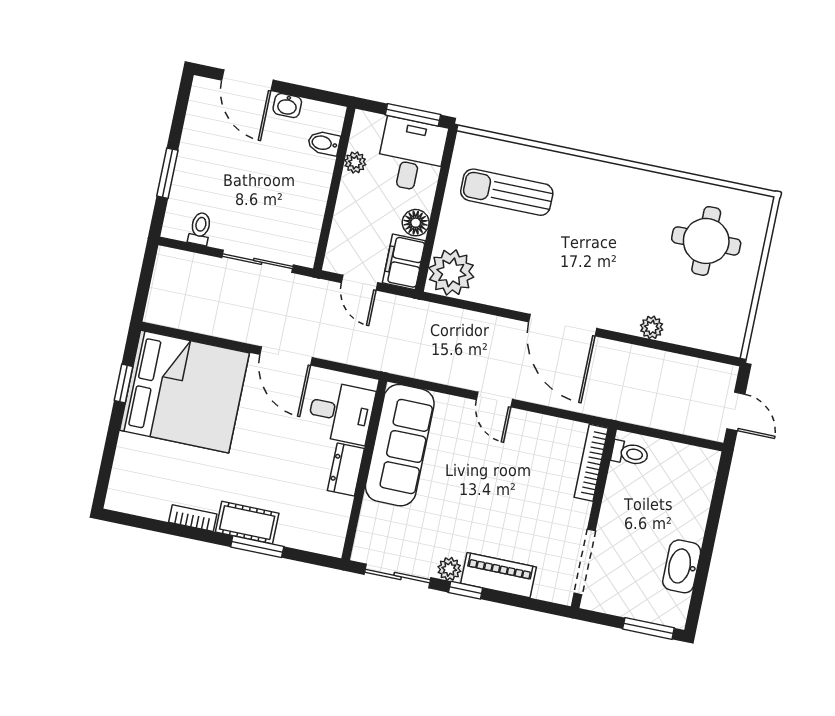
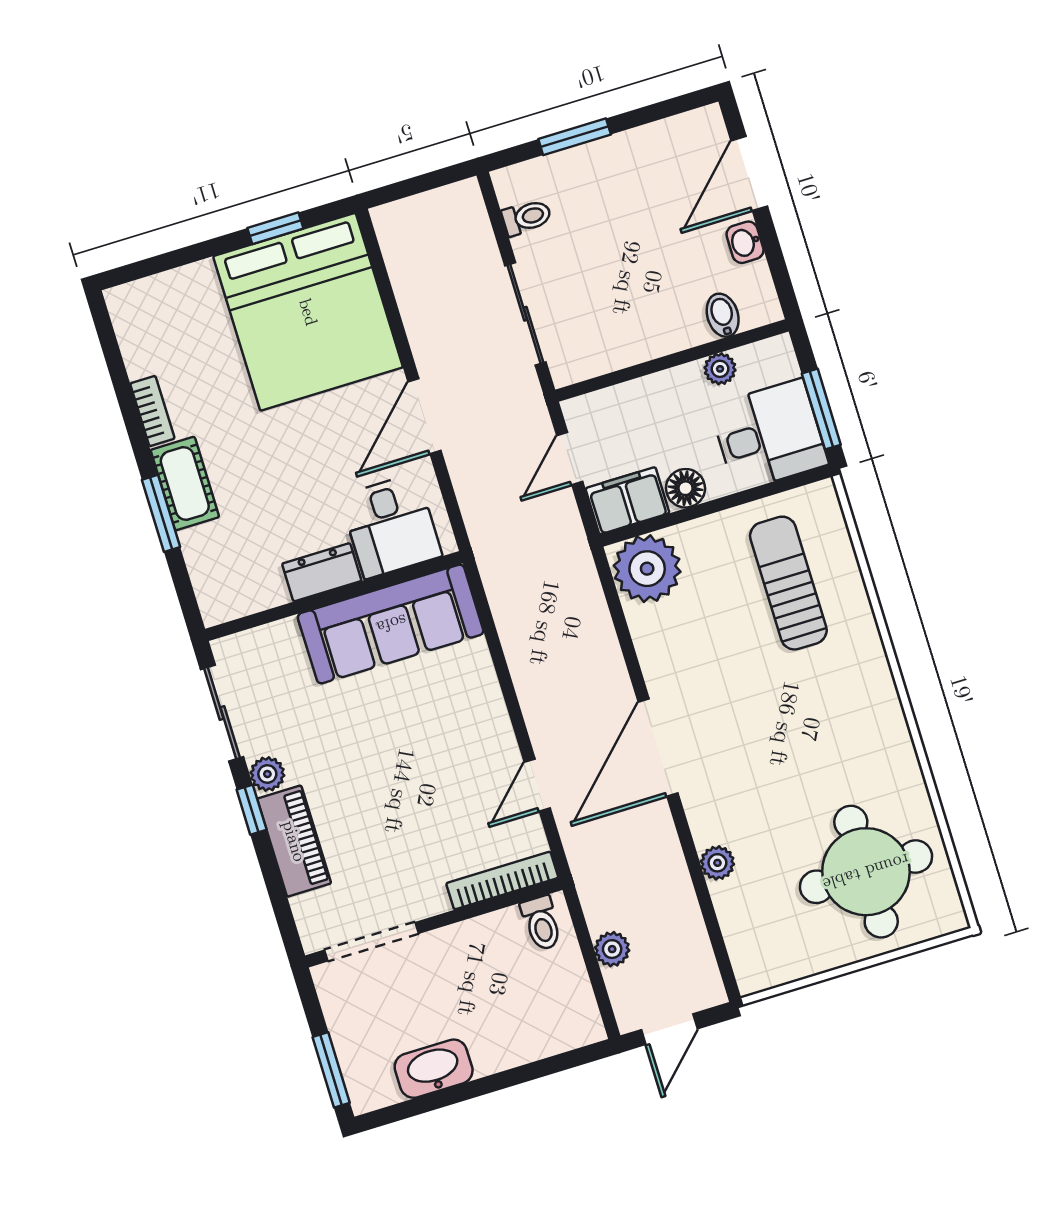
round table: (706, 241) -> (866, 872), width x1.36, depth x1.36
door: (494, 400) -> (537, 785), moved
plant: (669, 419) -> (612, 949), added

